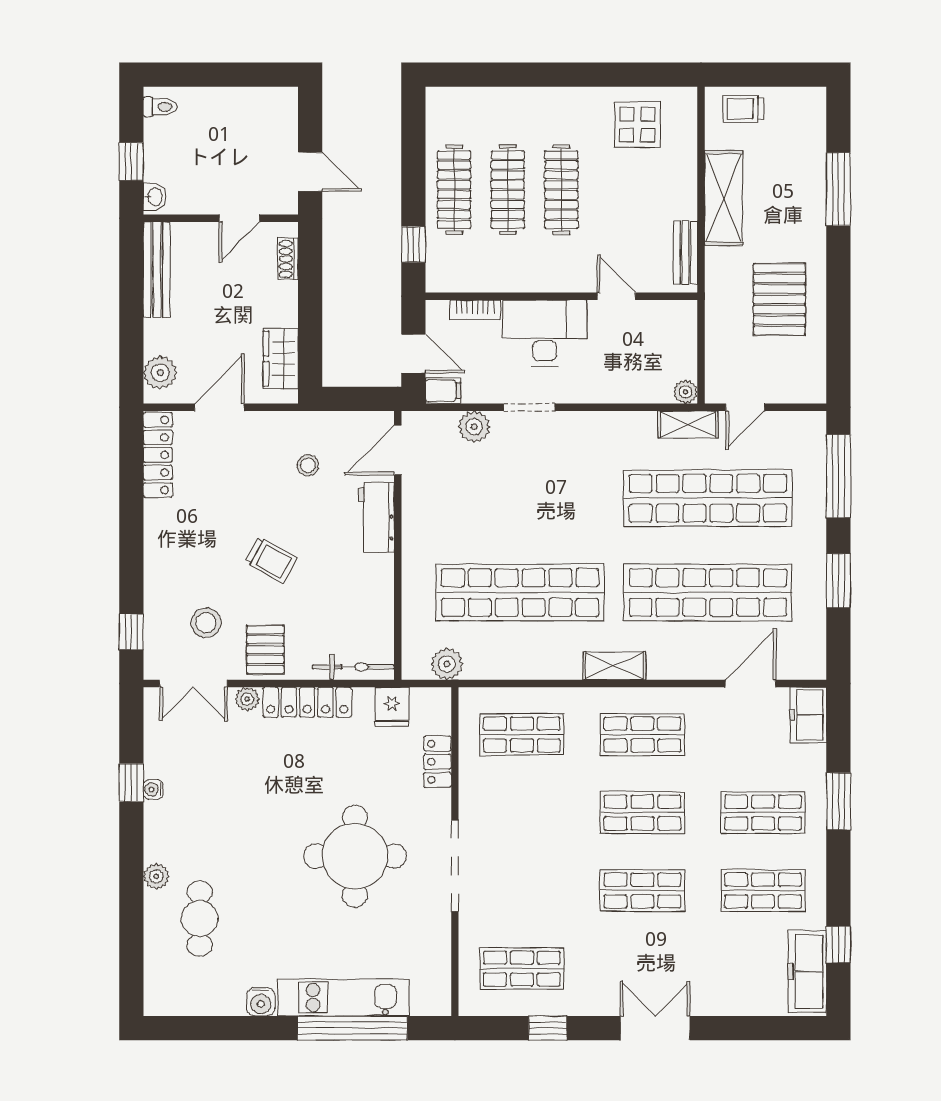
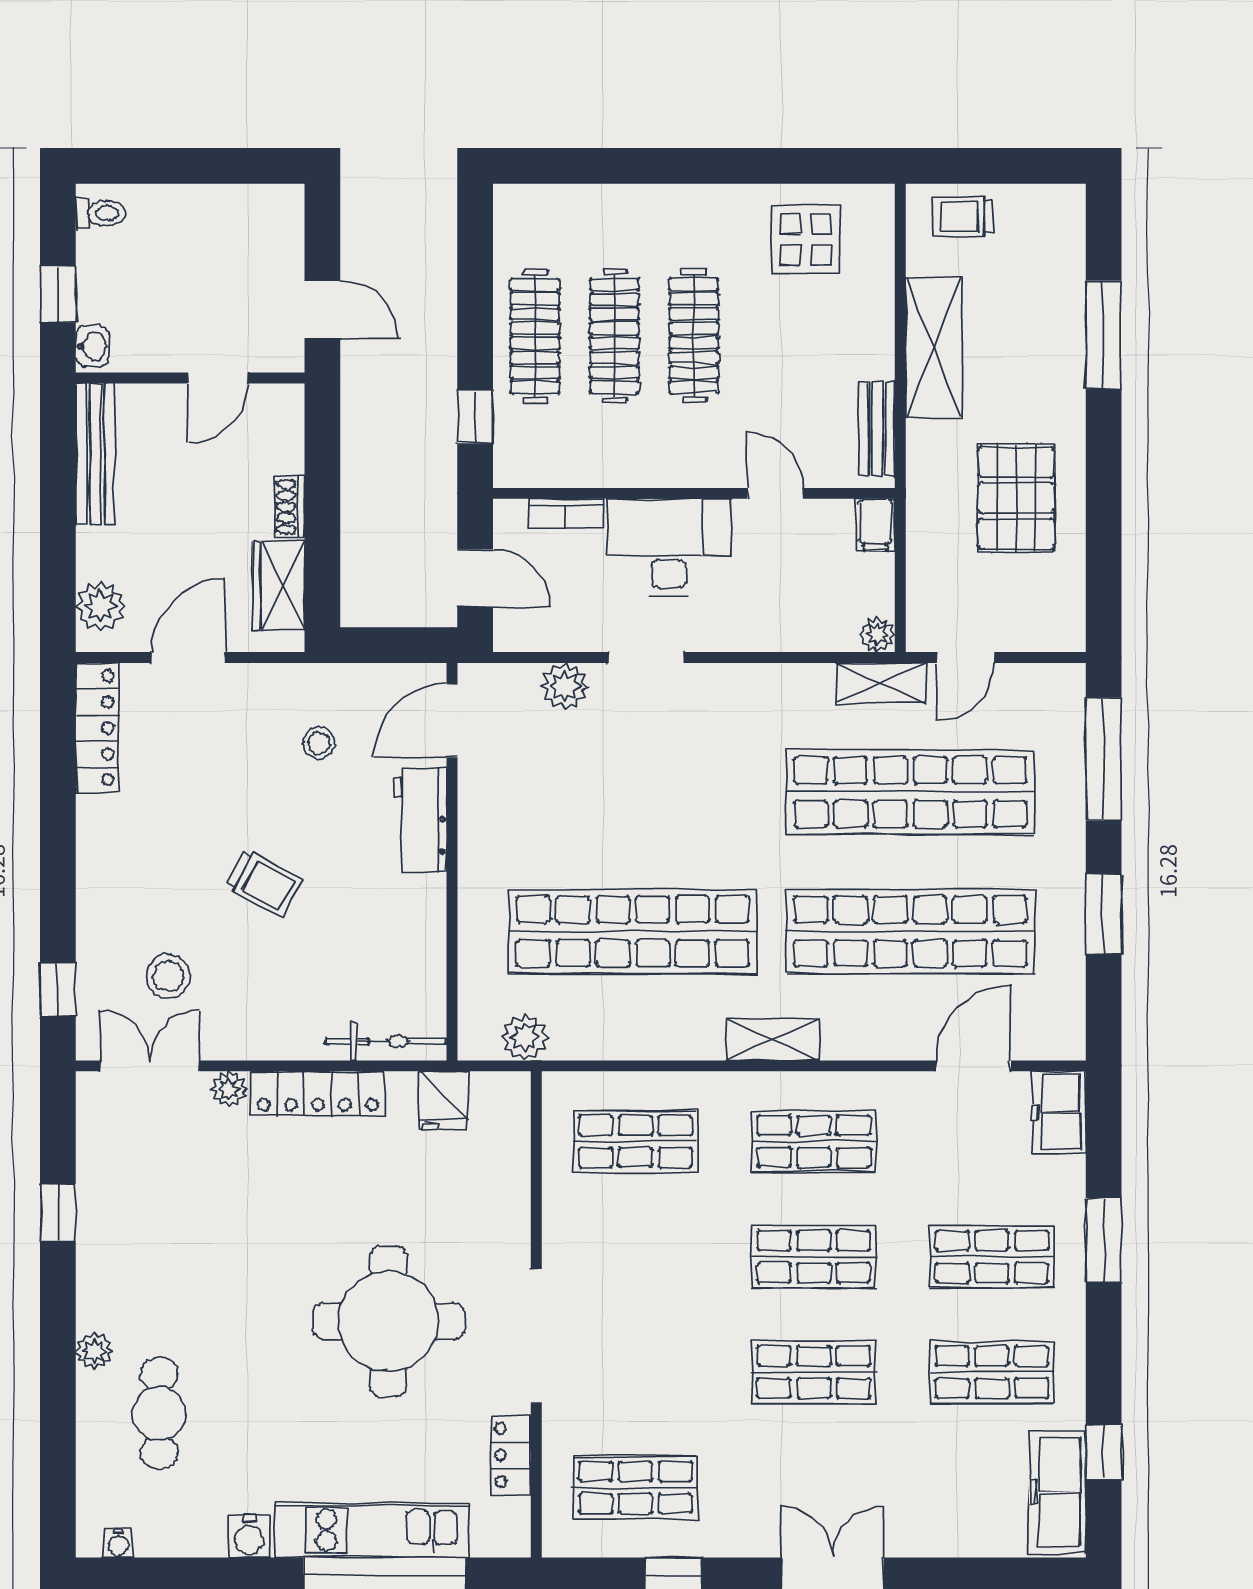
shoe rack: (288, 259) -> (290, 507), moved
filing cabinet: (443, 391) -> (875, 525), moved, turned 90
pallet: (265, 650) -> (256, 1016), removed
double door: (193, 683) -> (150, 1066), swing flipped
locker: (438, 762) -> (511, 1455), moved
water cooler: (153, 789) -> (118, 1543), moved, turned -90

